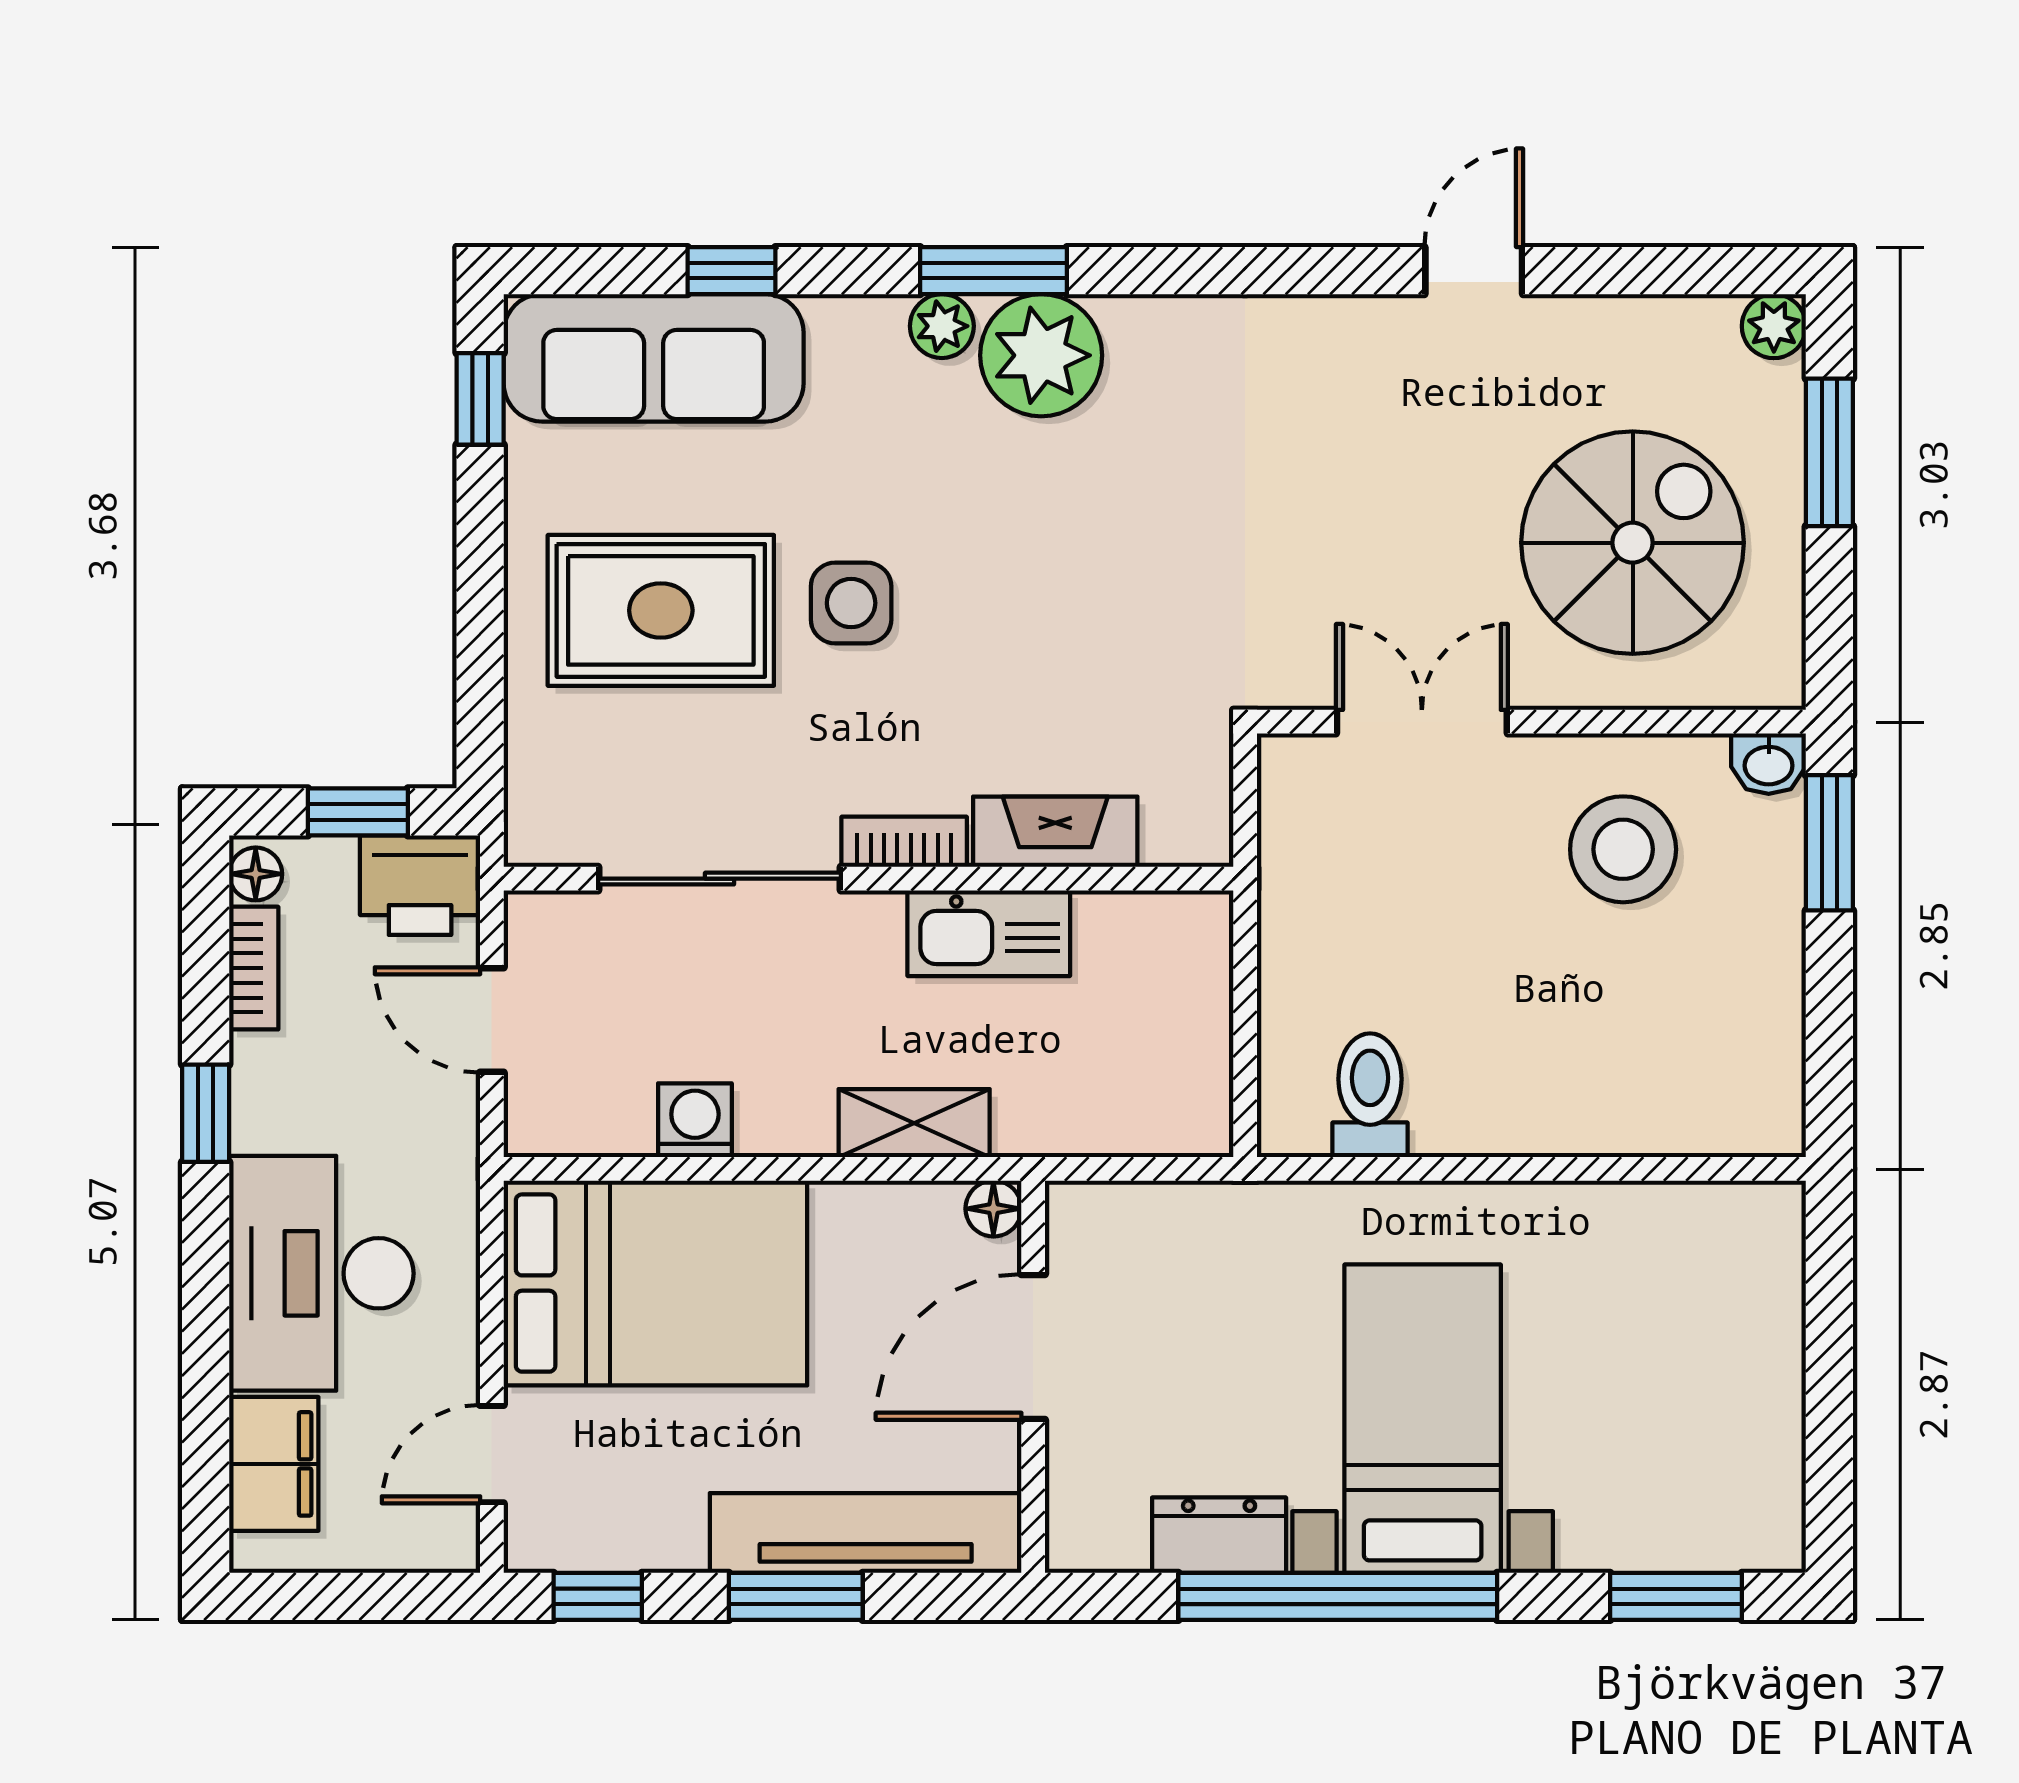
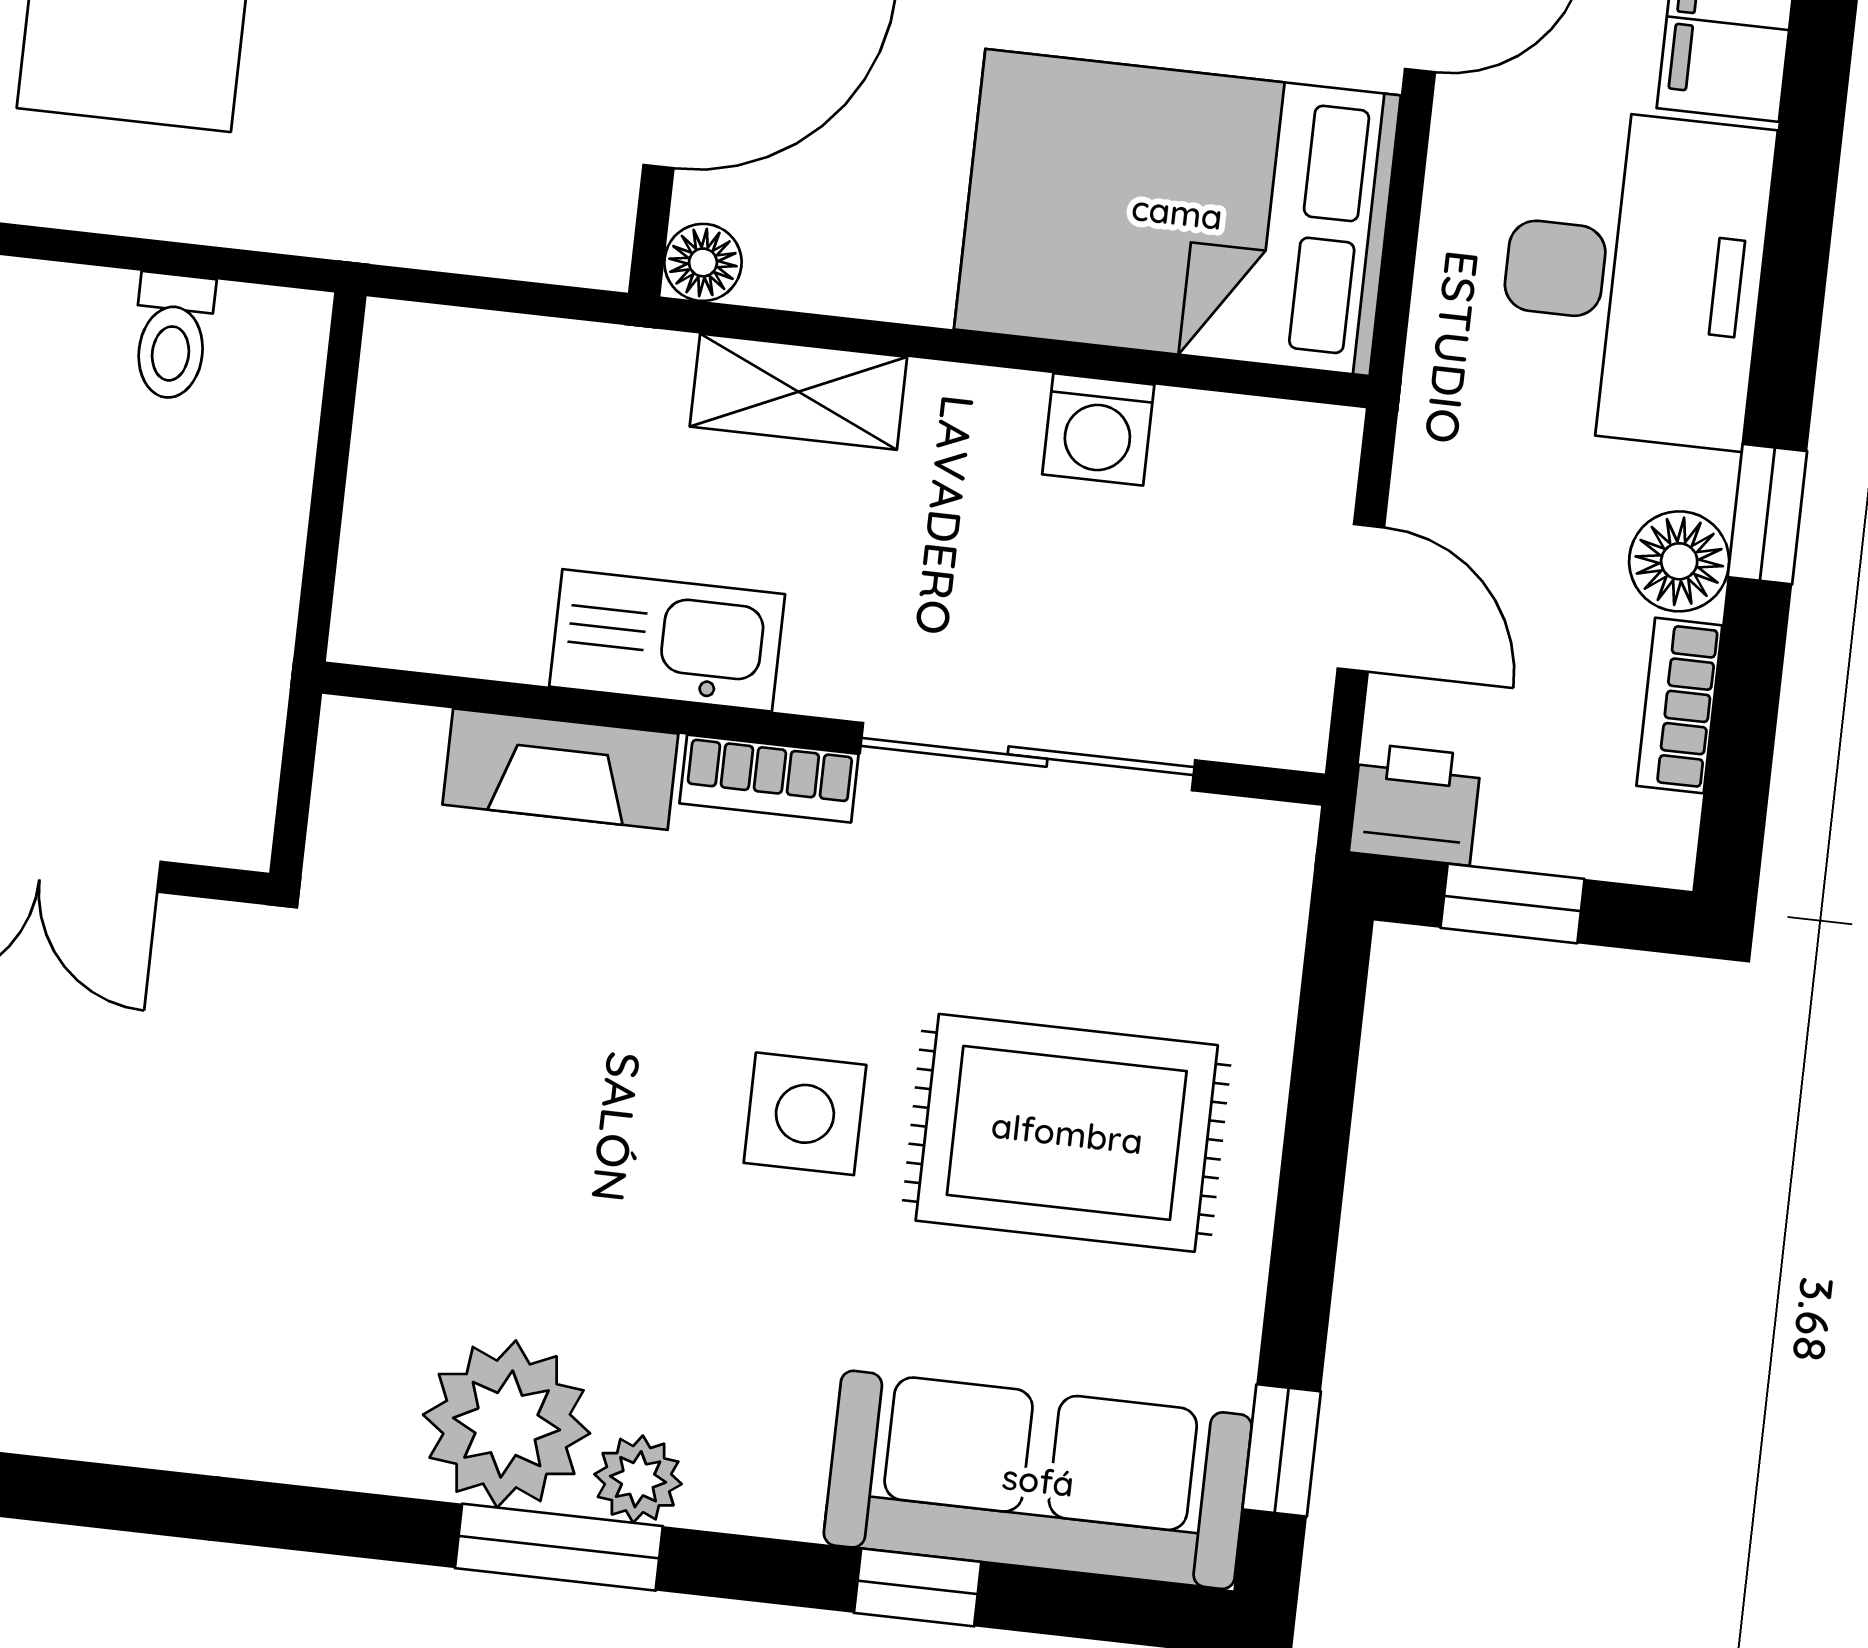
floor lamp: (256, 874) -> (1679, 561), moved, width x1.37, depth x1.37
printer: (420, 885) -> (1415, 804), width x0.73, depth x0.81
toilet: (1370, 1095) -> (172, 336), width x0.73, depth x0.72

